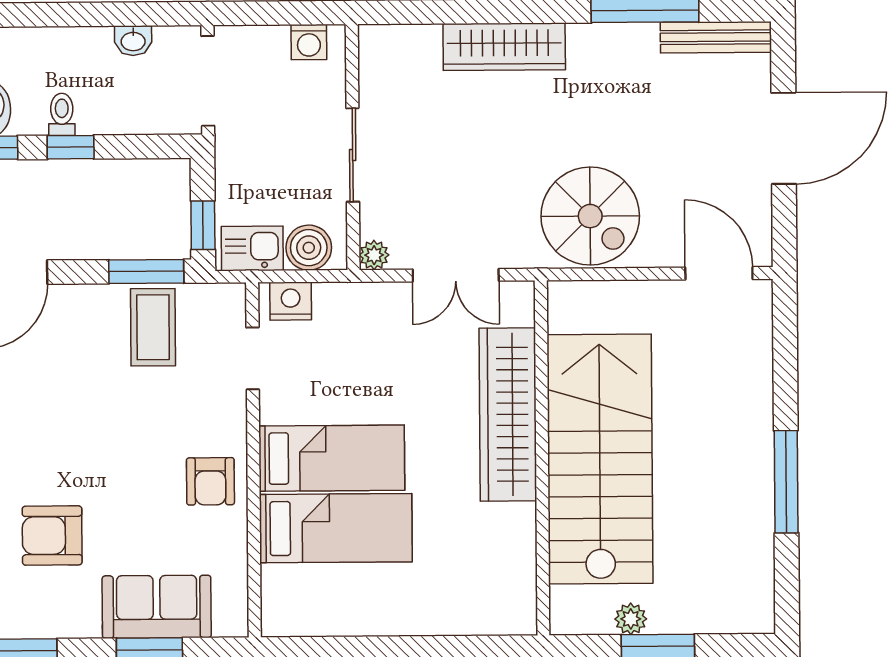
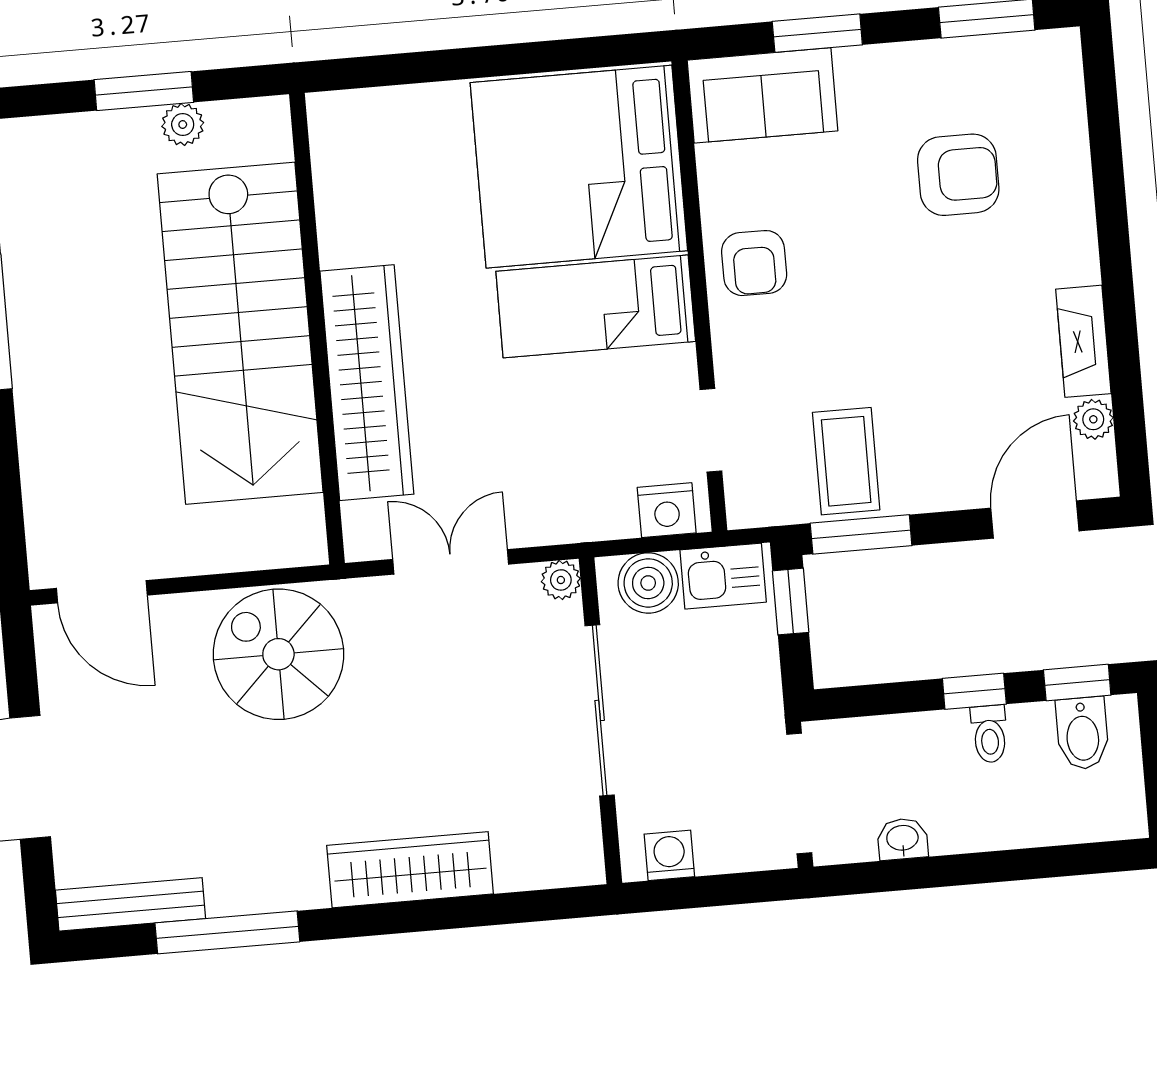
sliding door: (353, 155) -> (600, 710), width x1.37
armchair: (210, 481) -> (754, 263), turned 180
bed: (336, 528) -> (579, 167), width x2.04
sofa: (157, 607) -> (762, 95), moved

